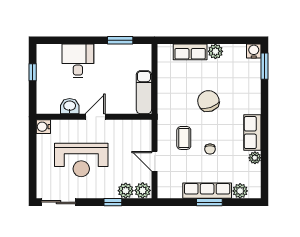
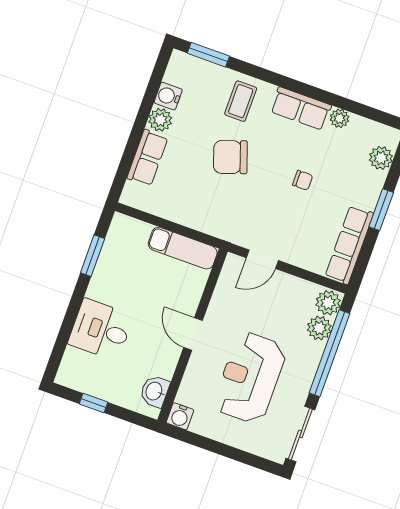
water cooler: (254, 51) -> (168, 96), moved
washbasin: (70, 106) -> (155, 391), moved
coffee table: (184, 138) -> (241, 101), moved, turned 90
reception desk: (81, 160) -> (250, 378), turned 180
door: (154, 161) -> (262, 259), moved
row of seats: (207, 191) -> (349, 245), moved
window: (113, 202) -> (330, 353), width x3.17

